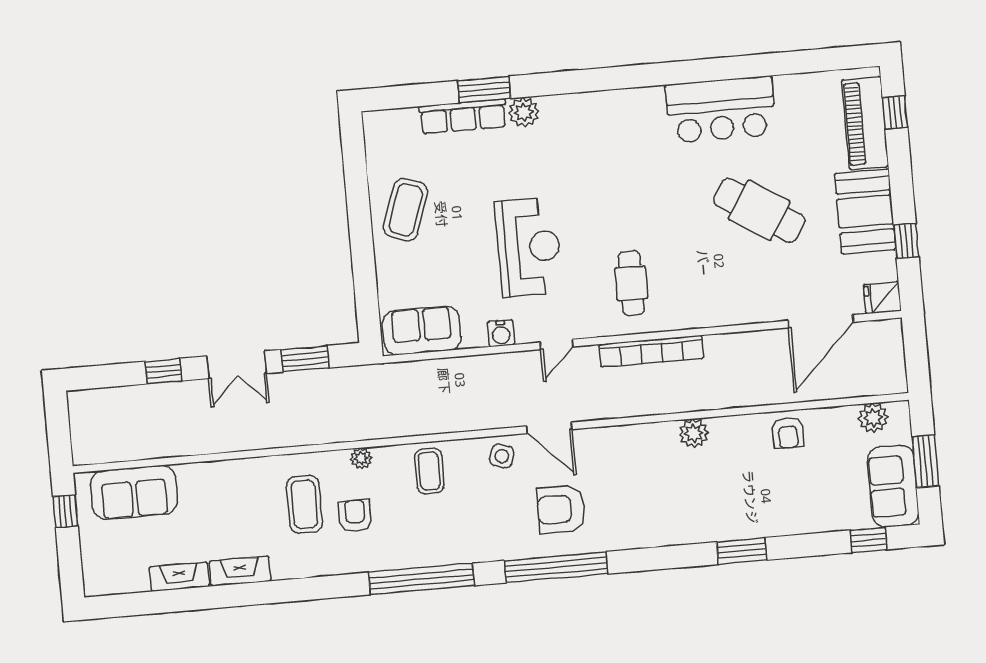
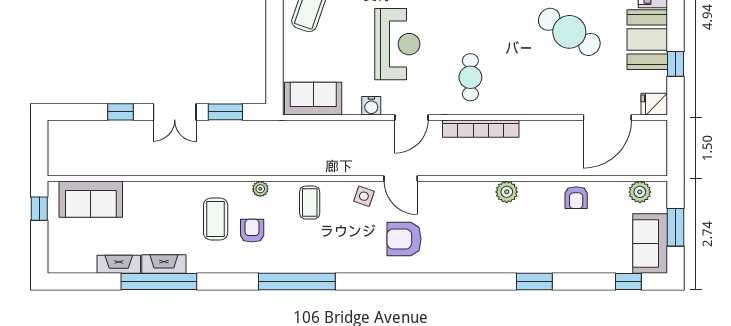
door: (557, 344) -> (411, 118), width x1.38
window: (556, 567) -> (159, 282), moved

